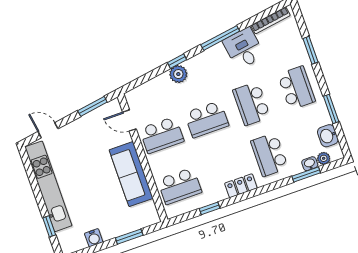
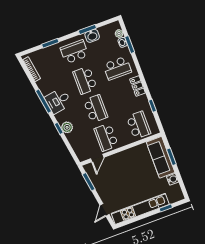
desk: (244, 48) -> (58, 101), moved
school desk: (252, 104) -> (85, 80), turned 90
school desk: (162, 135) -> (106, 137), turned 180
washbasin: (328, 136) -> (92, 36), moved
sofa: (131, 174) -> (161, 157), moved, turned 90

